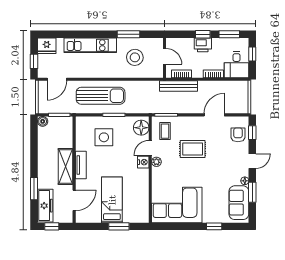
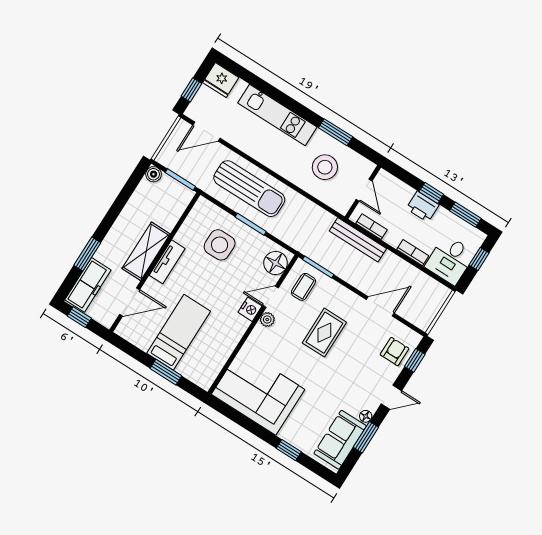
rug: (193, 149) -> (324, 333), turned 90

